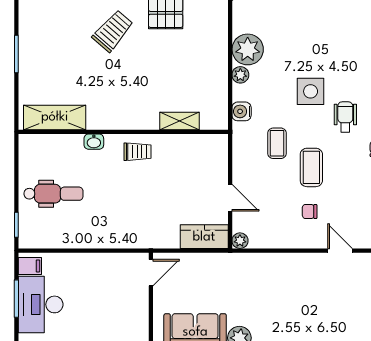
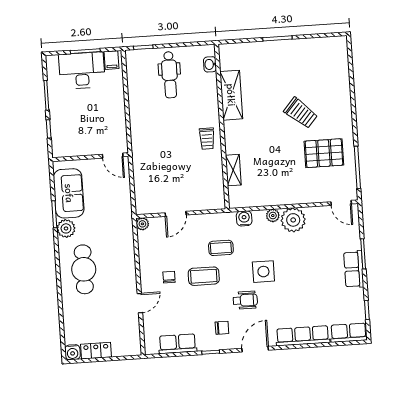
shelving: (55, 117) -> (231, 95), moved
washbasin: (94, 142) -> (210, 64), moved
kitchen counter: (204, 237) -> (144, 196), removed
cafe table: (293, 319) -> (84, 269), added

